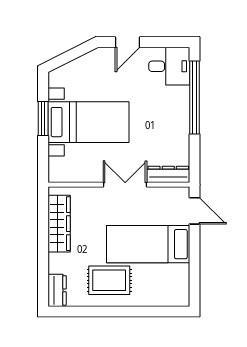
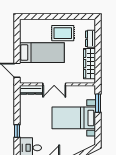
window: (194, 98) -> (17, 131), width x0.32
window: (43, 118) -> (98, 103), moved
dresser: (57, 290) -> (91, 39), moved

